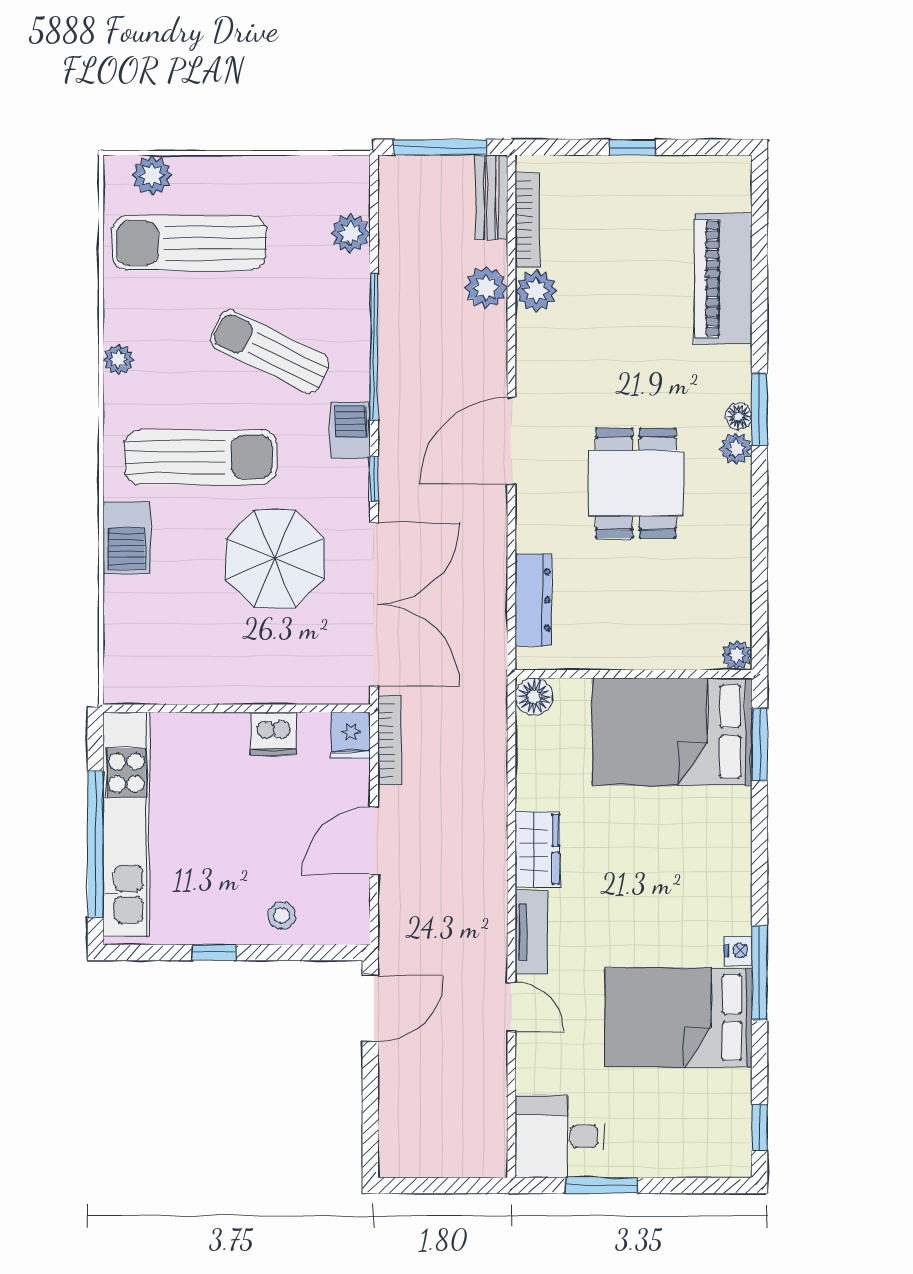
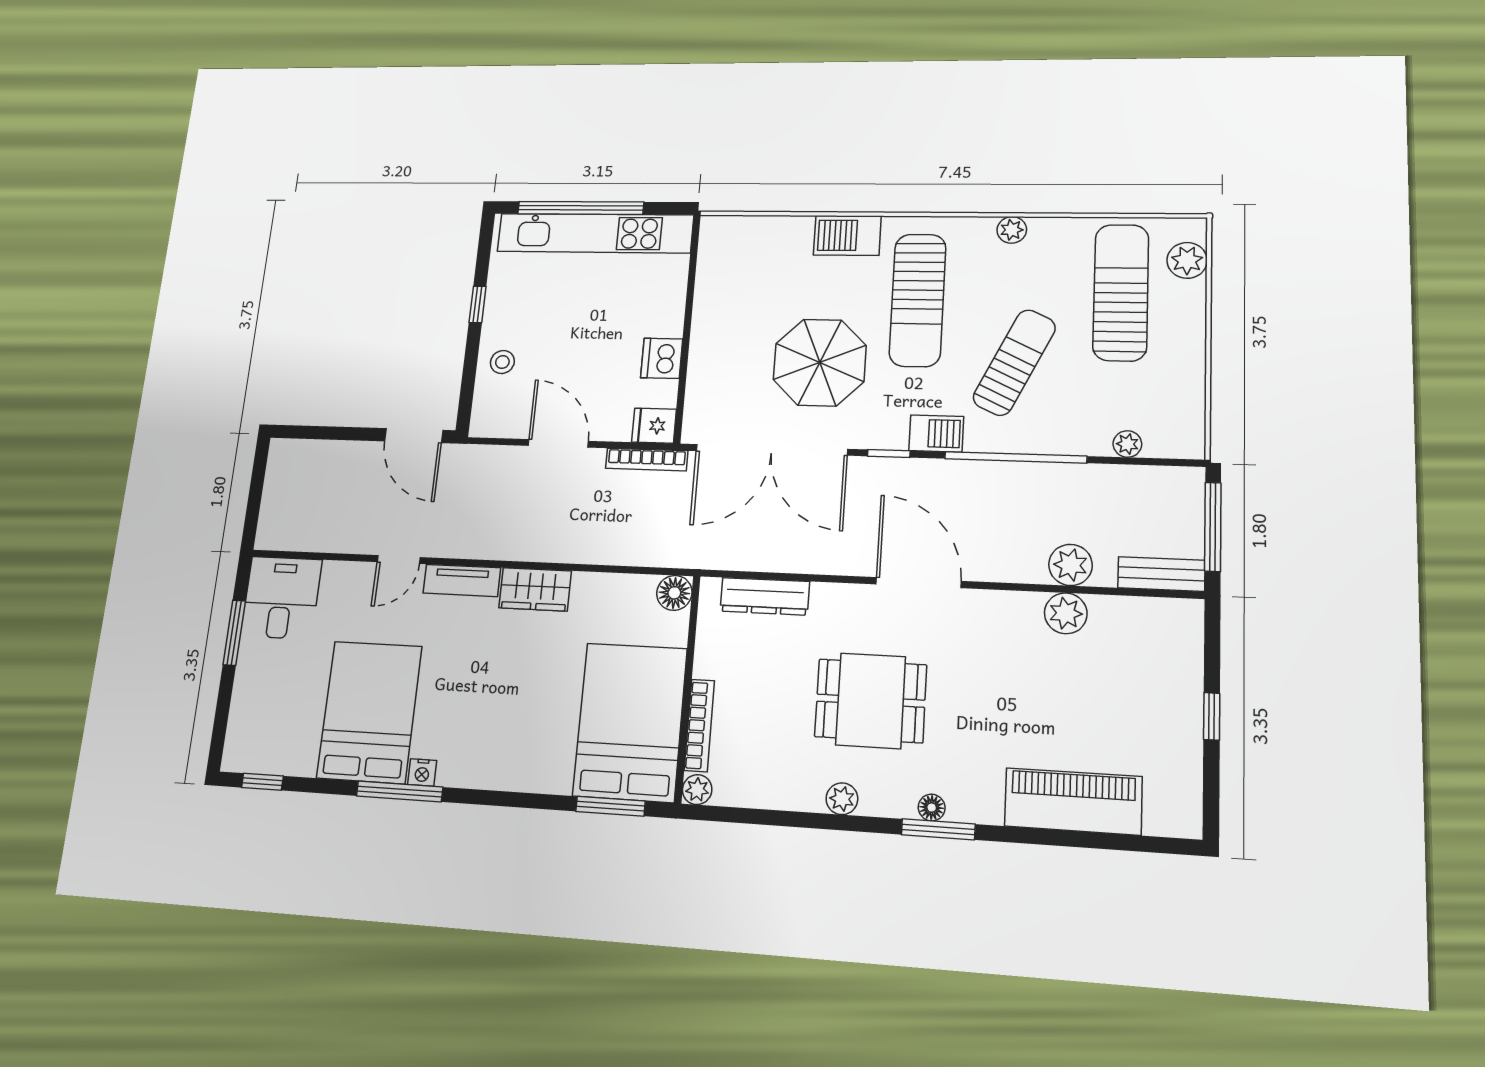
bookcase: (527, 220) -> (699, 725), moved, turned -90
plant: (351, 233) -> (1127, 444), width x0.73, depth x0.73
plant: (736, 448) -> (842, 799), moved

